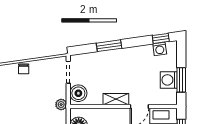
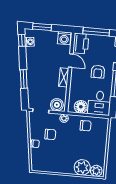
washing machine: (169, 80) -> (64, 38), moved
window: (181, 80) -> (42, 27), moved
chair: (38, 88) -> (50, 134), added

